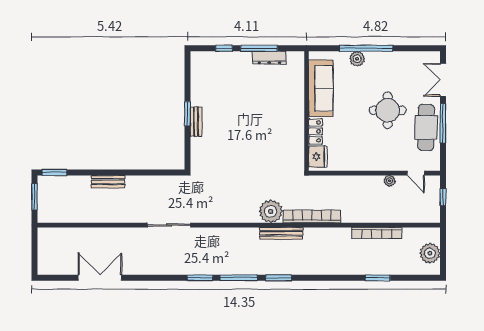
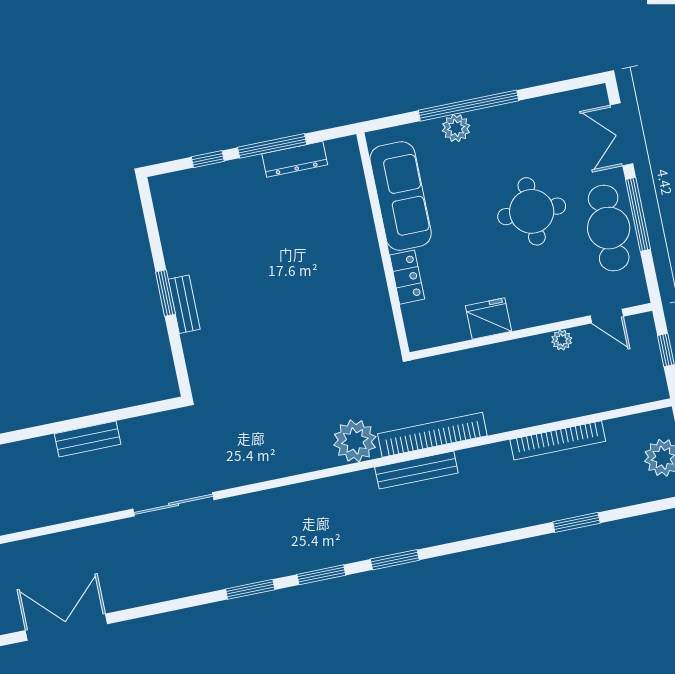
fridge: (318, 157) -> (488, 319), moved, turned -90
bench: (108, 182) -> (88, 439), moved
bench: (281, 233) -> (416, 470), moved
window: (239, 278) -> (321, 575), width x0.69

